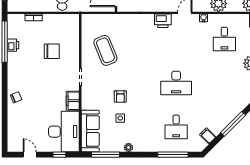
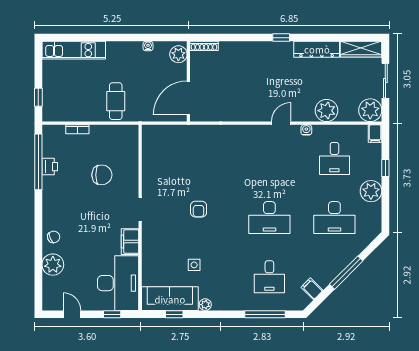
printer: (163, 21) -> (251, 134), removed
coffee table: (105, 50) -> (174, 174), removed
desk: (224, 83) -> (334, 218), added
armchair: (120, 97) -> (199, 209), moved
plant: (15, 118) -> (53, 265), added
sofa: (90, 131) -> (170, 299), moved, turned -90
window: (105, 155) -> (174, 314), width x0.46

